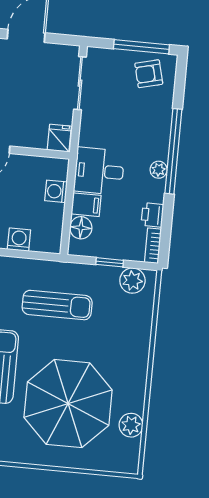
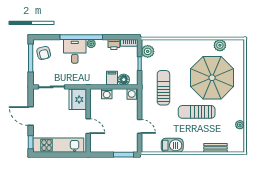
fridge: (59, 138) -> (78, 99), width x1.88, depth x1.34
desk: (99, 171) -> (75, 51), moved, turned 180
washing machine: (19, 240) -> (133, 94), moved

